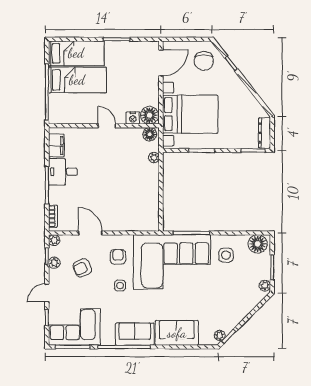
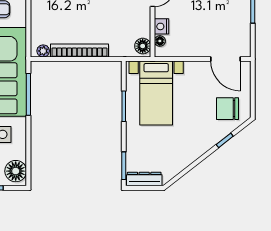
bed with nightstands: (190, 114) -> (156, 93), width x0.73
floor lamp: (149, 115) -> (160, 41), width x0.53, depth x0.53
plant: (154, 157) -> (43, 51), moved
bookcase: (154, 189) -> (79, 51), added

